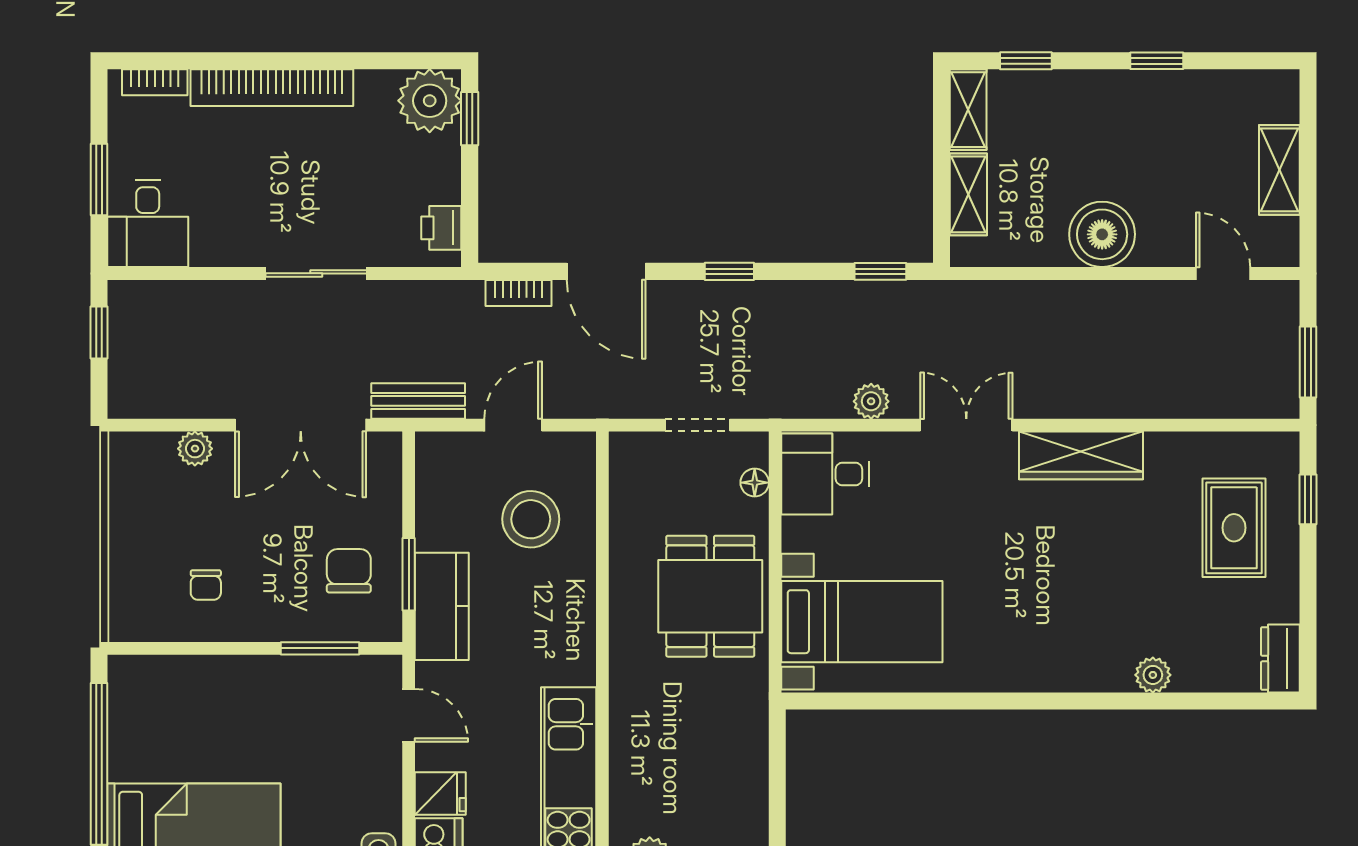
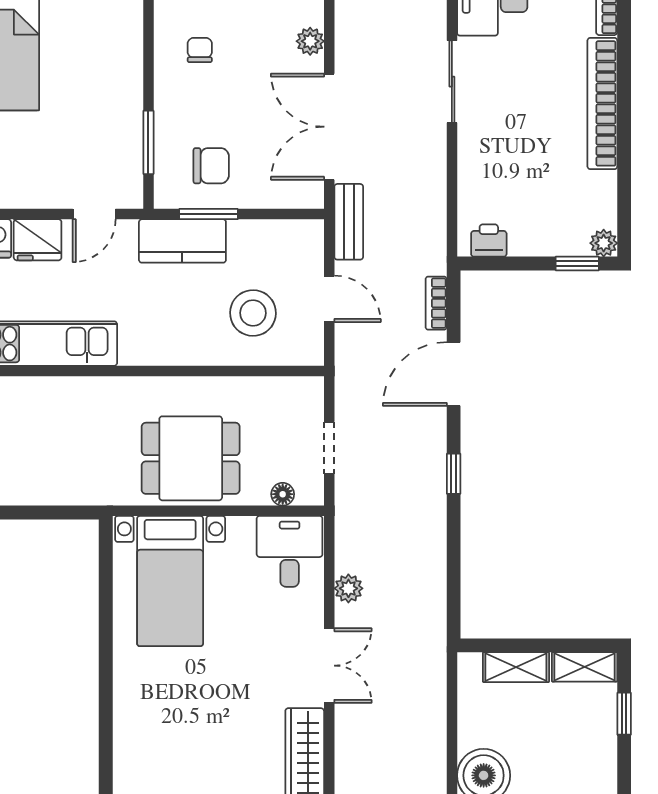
plant: (430, 101) -> (604, 243), width x0.53, depth x0.53
window: (880, 271) -> (454, 596), removed
sliding door: (316, 273) -> (452, 82), moved
chair: (206, 585) -> (200, 50), turned 90
fridge: (440, 794) -> (38, 240), width x1.38

